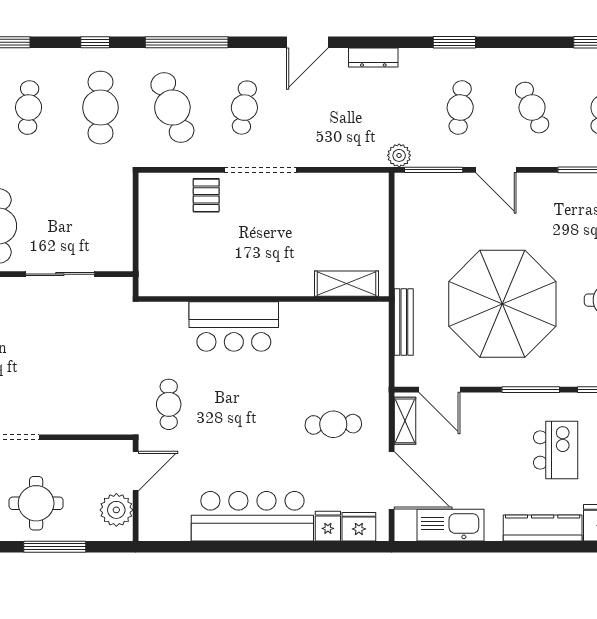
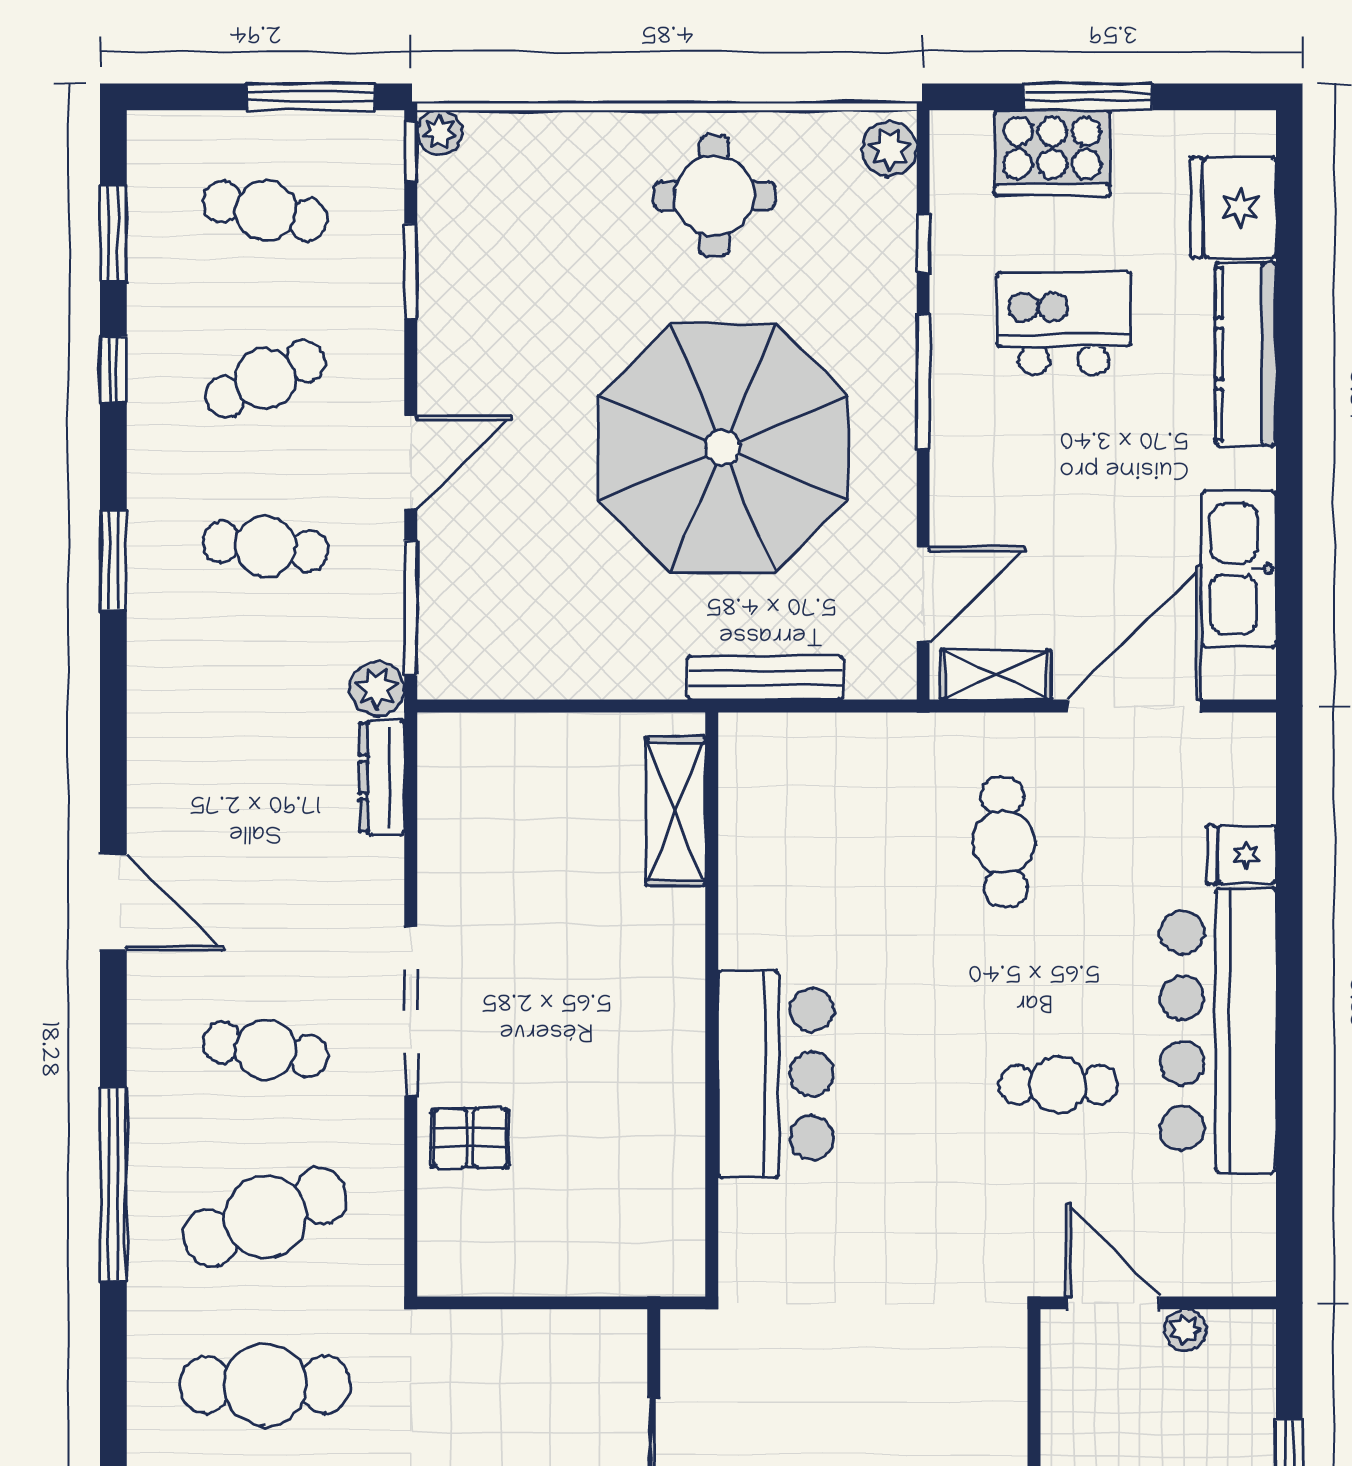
window: (95, 42) -> (113, 370), moved
dresser: (373, 58) -> (382, 778), moved, turned 180
cafe table: (169, 404) -> (1058, 1085), moved
plant: (116, 510) -> (1185, 1330), width x0.53, depth x0.53
fridge: (359, 527) -> (1243, 782), removed

